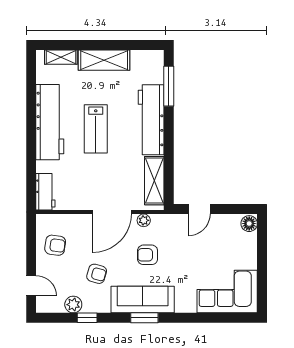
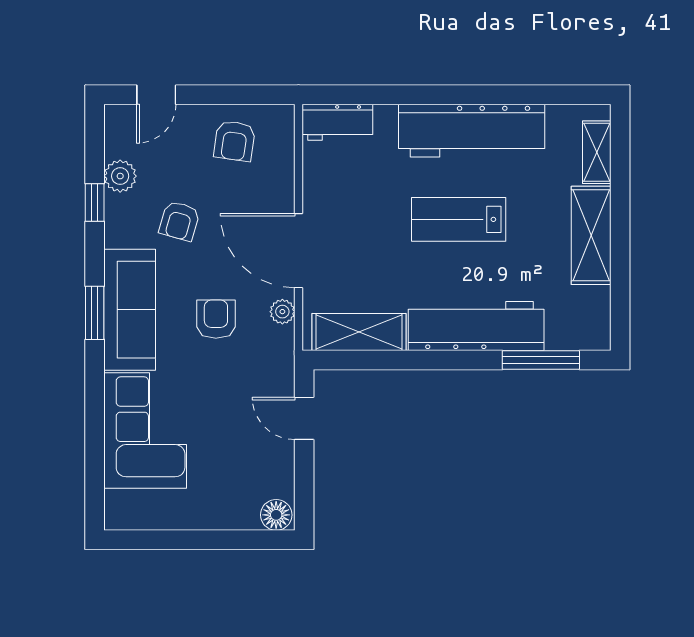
corner sofa: (227, 292) -> (145, 431), moved

